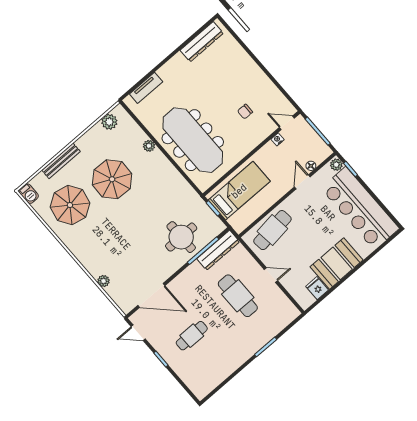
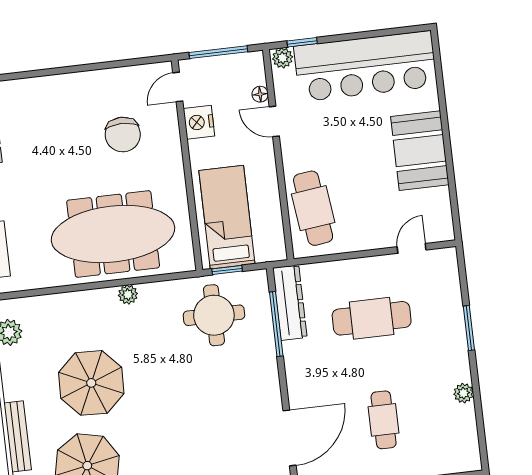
chair: (245, 112) -> (123, 135), width x1.87, depth x1.87
nightstand: (278, 139) -> (199, 122), width x1.89, depth x1.79
plant: (149, 146) -> (128, 294), moved
round table: (181, 237) -> (214, 315), moved
door: (271, 275) -> (412, 248), moved
fridge: (317, 288) -> (436, 201), removed
plant: (232, 366) -> (463, 393), added

